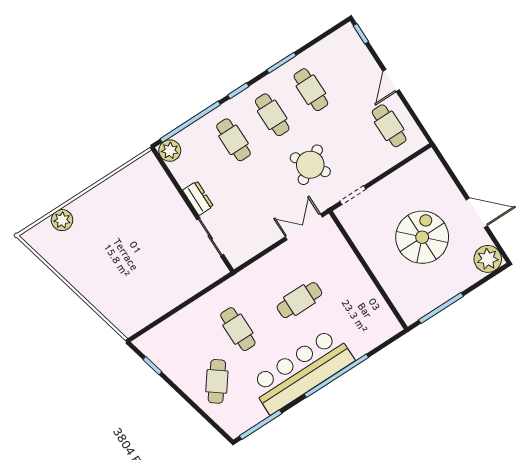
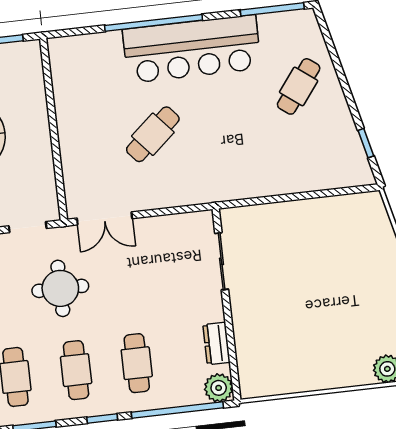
round table: (310, 165) -> (60, 288), turned 32
dresser: (198, 198) -> (216, 343), moved
cafe table: (299, 300) -> (153, 134), turned -41
cafe table: (238, 329) -> (243, 136), removed

